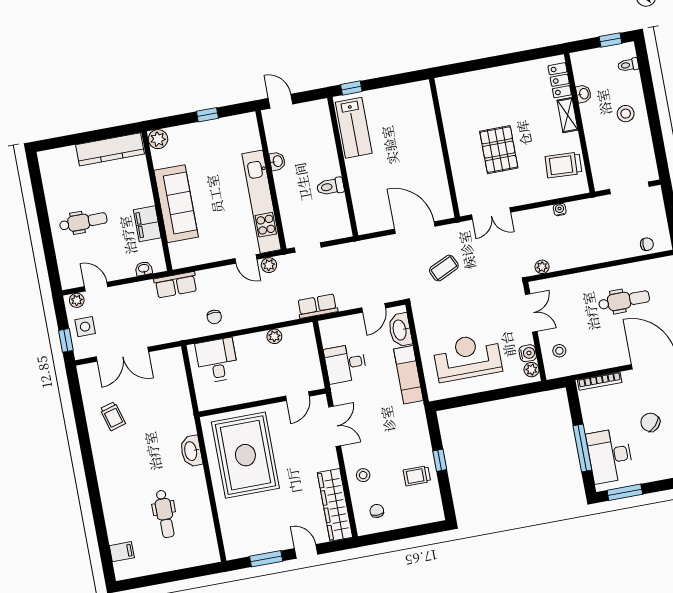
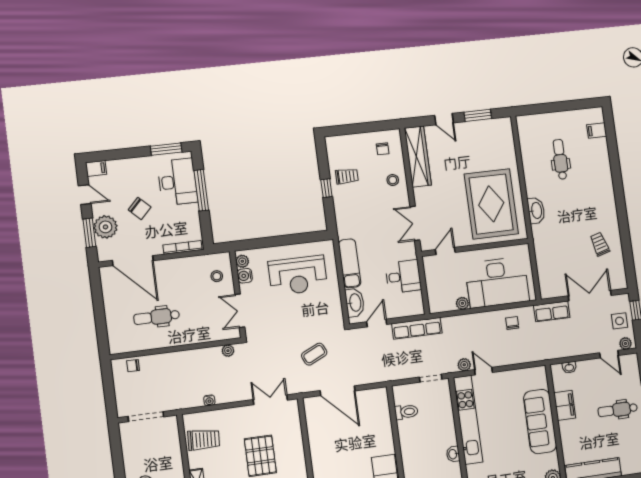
toilet: (330, 187) -> (406, 412), moved
row of seats: (176, 285) -> (552, 311), moved, turned 180
row of seats: (317, 306) -> (417, 328), width x1.48
desk: (217, 360) -> (497, 282), width x1.87, depth x1.30

